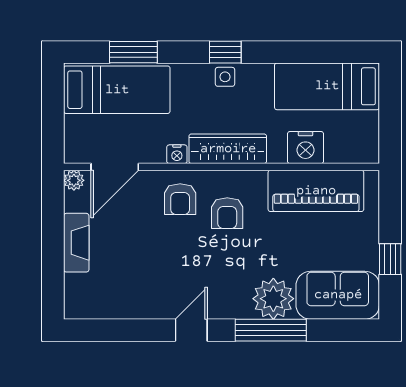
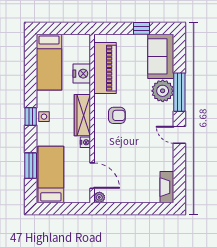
armchair: (180, 199) -> (109, 141), removed
fireplace: (76, 243) -> (167, 187), moved, turned -90

